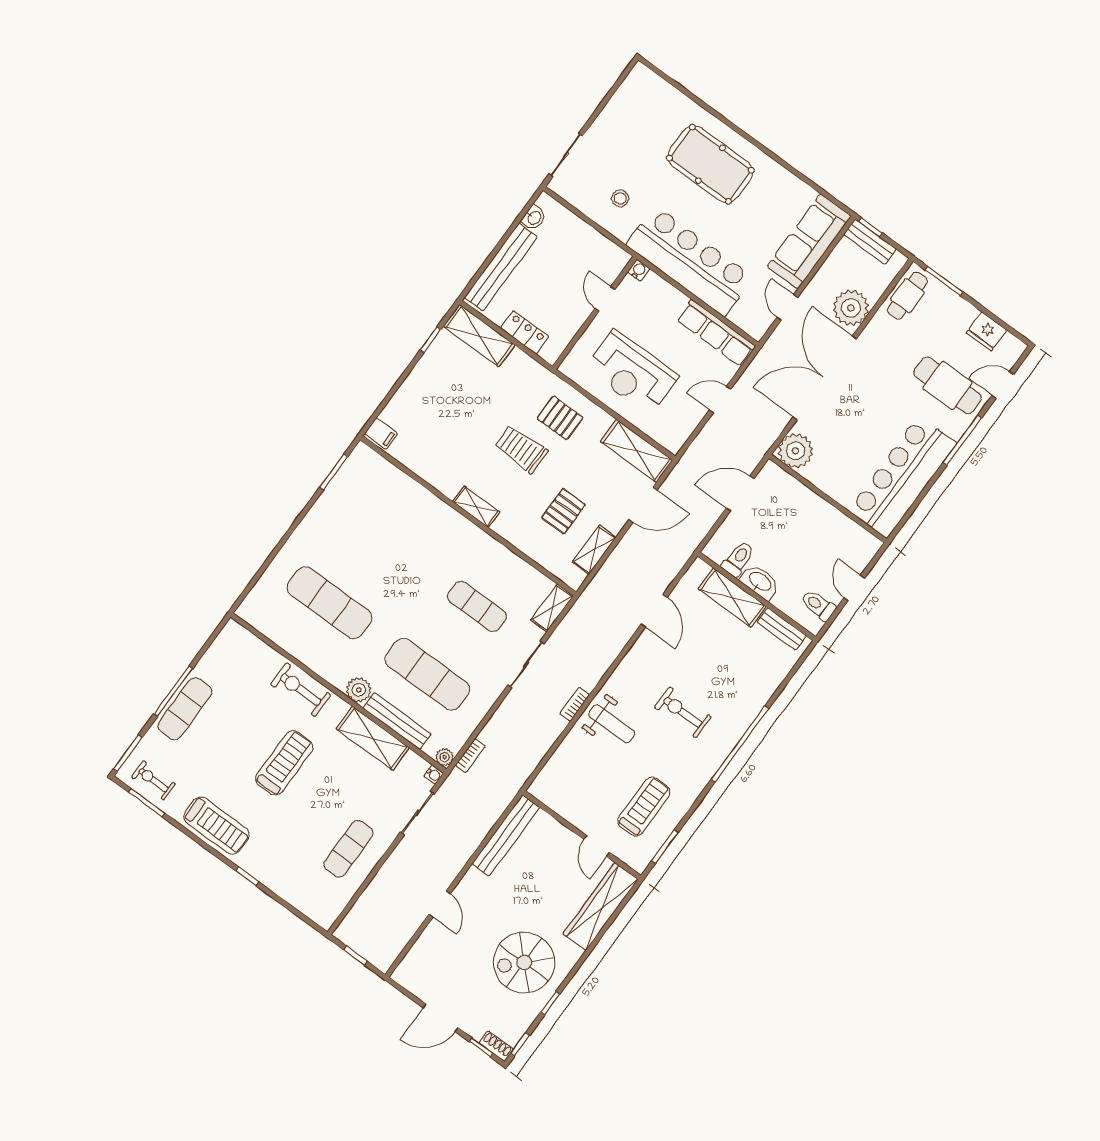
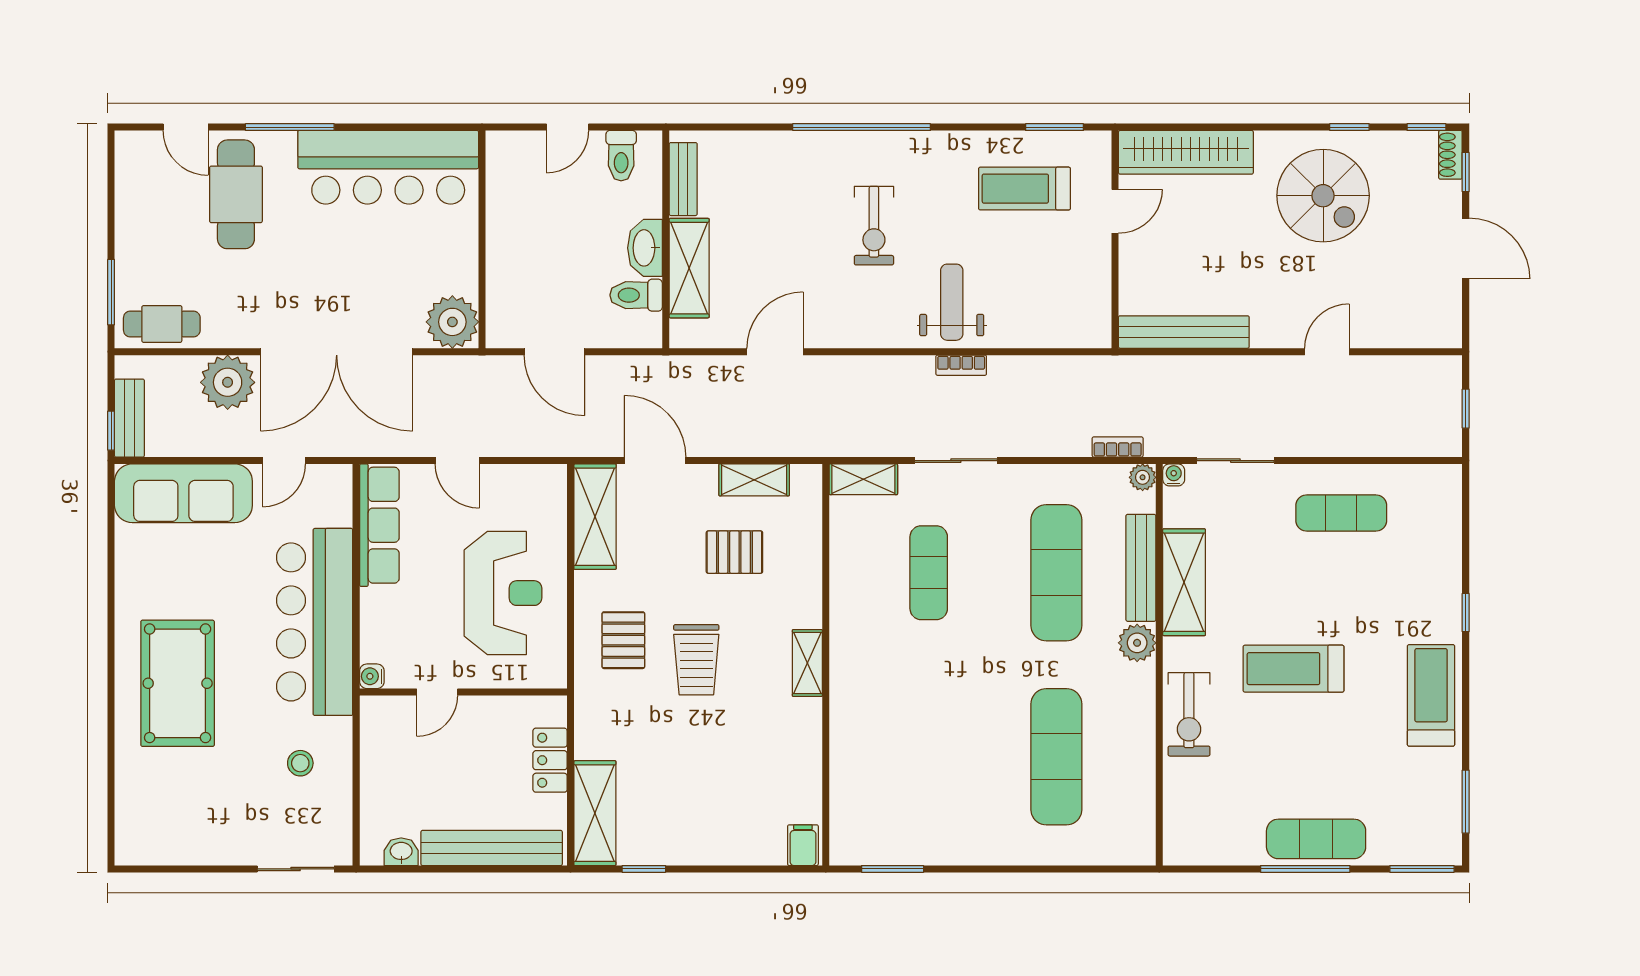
fridge: (986, 331) -> (135, 195), removed
exercise bike: (153, 780) -> (1432, 813), removed

